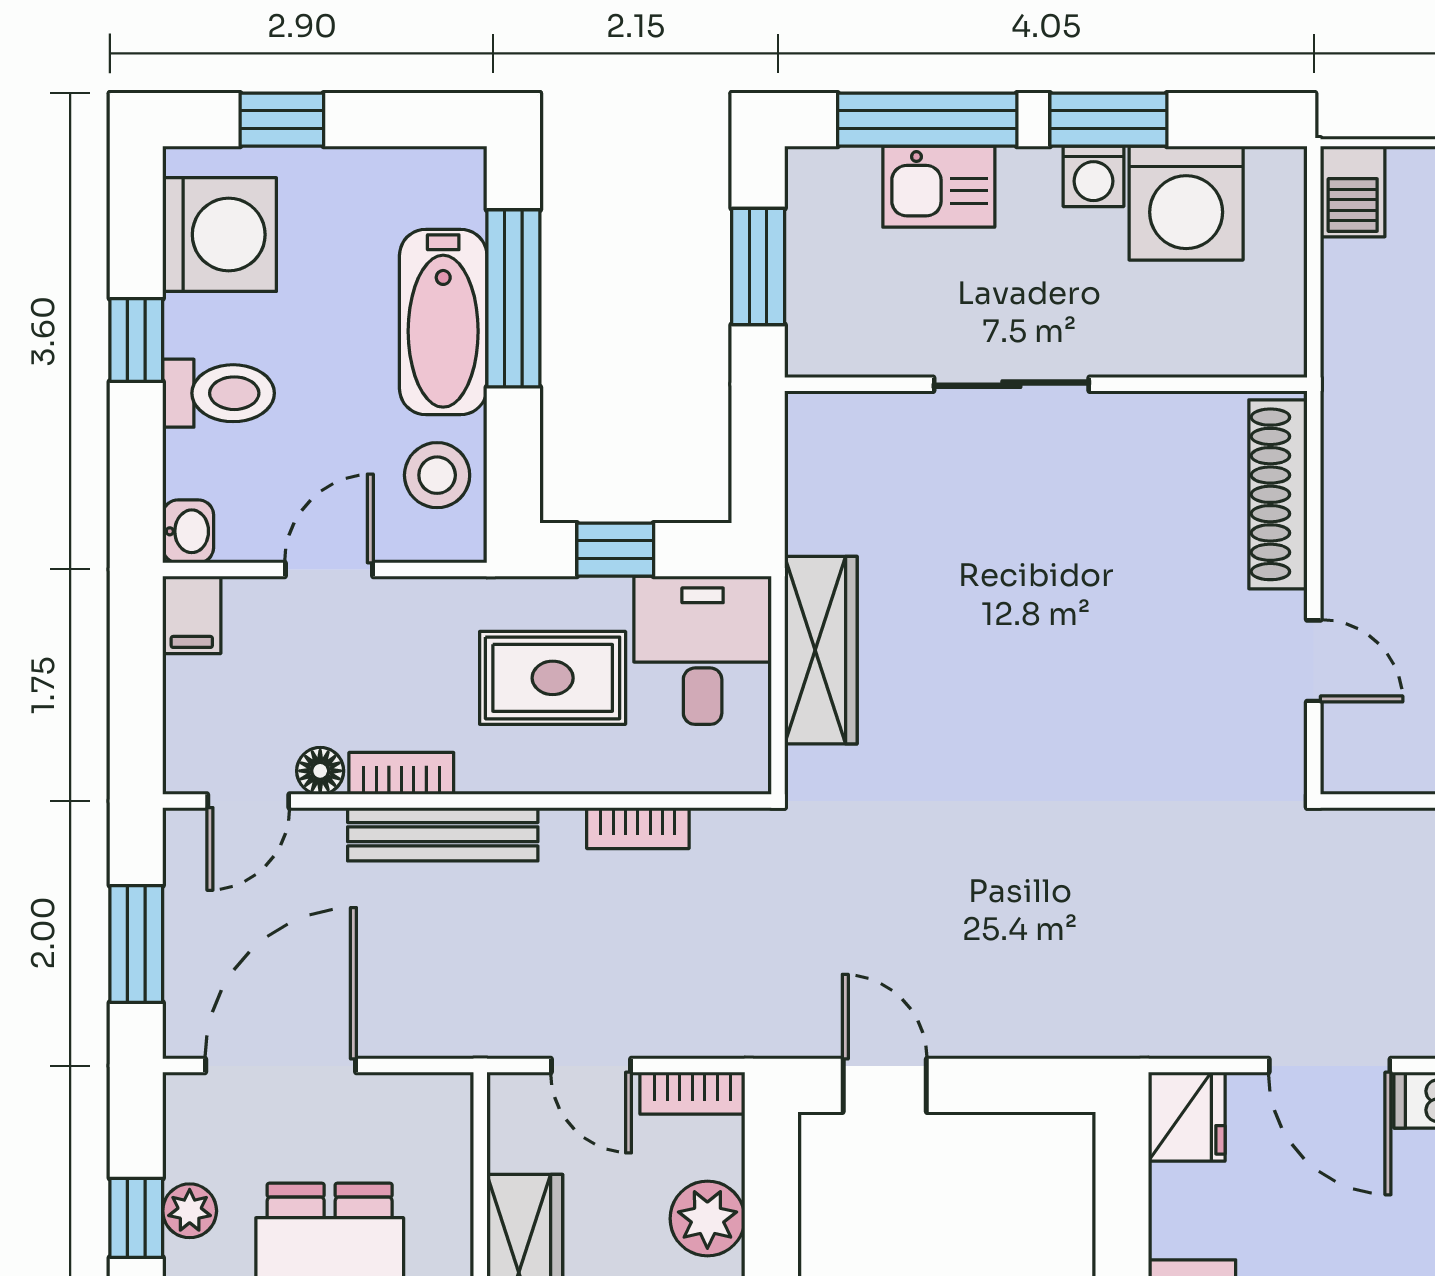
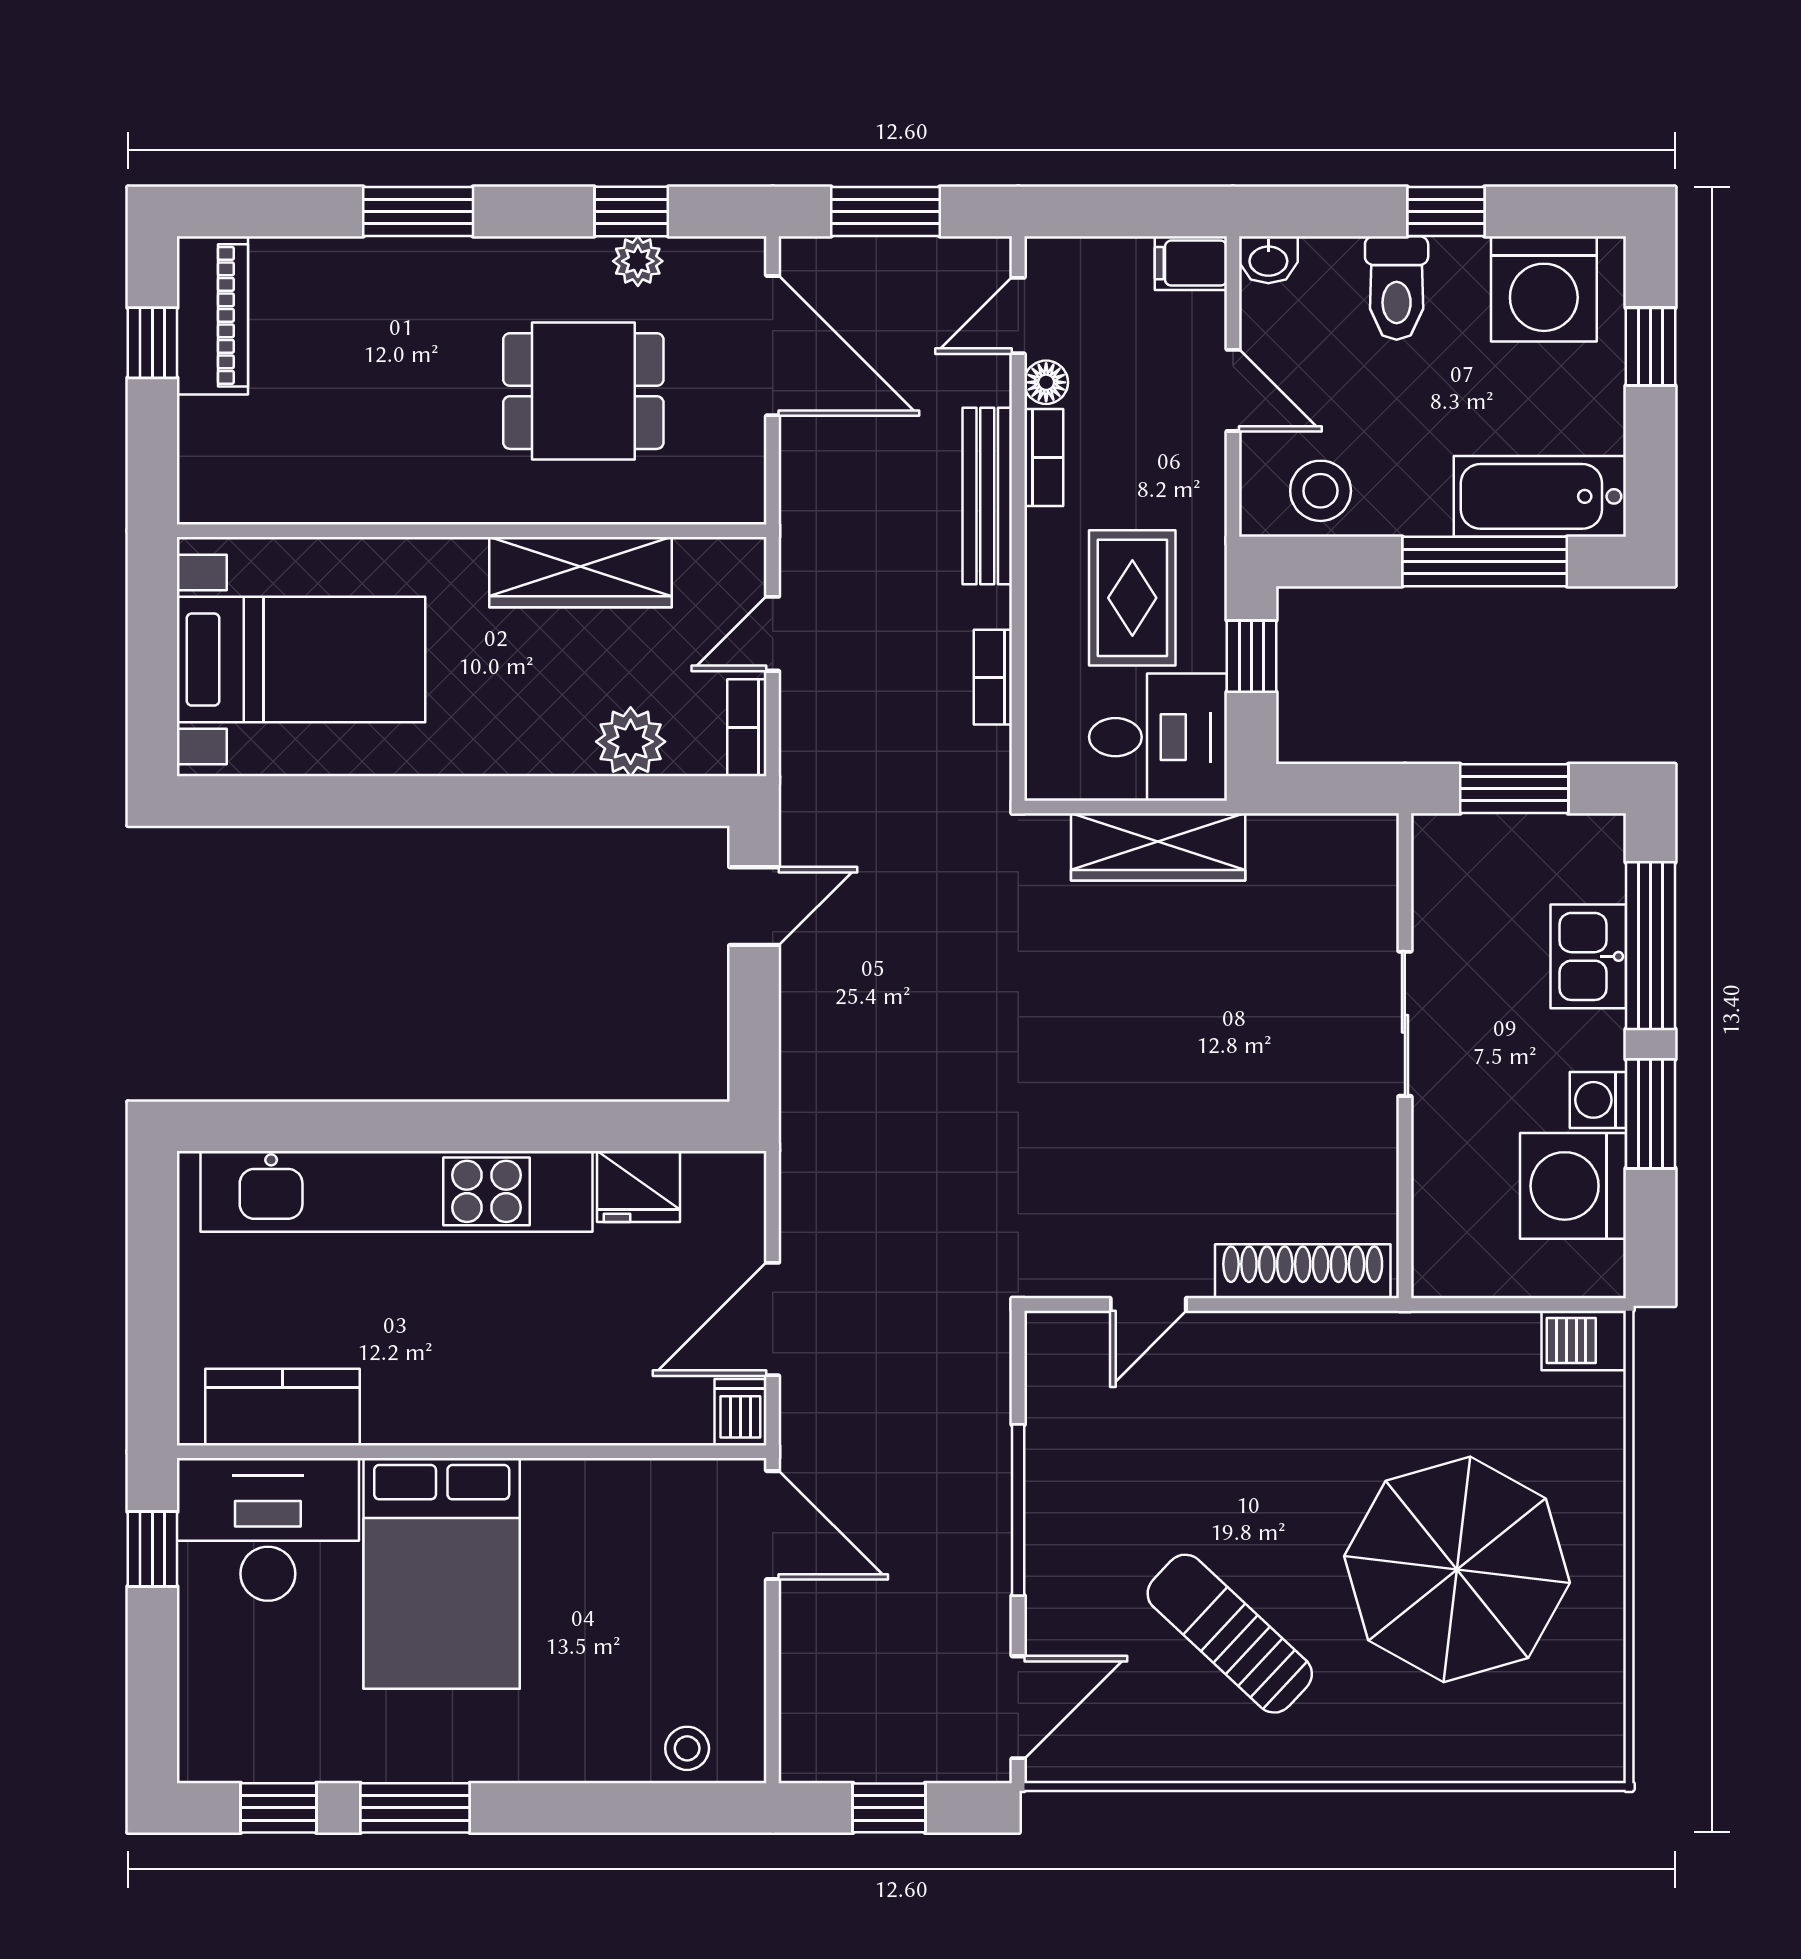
bathtub: (443, 322) -> (1540, 496), moved
door: (248, 801) -> (1018, 316), hinge flipped
fridge: (1187, 1117) -> (638, 1187), moved

